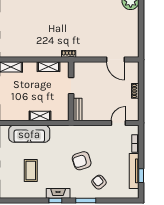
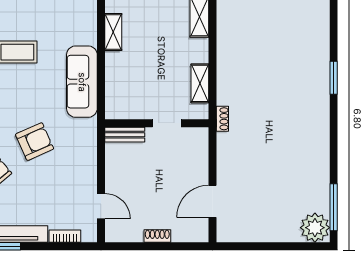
shelving: (40, 116) -> (113, 32), moved
sofa: (29, 134) -> (82, 82), moved
armchair: (82, 161) -> (35, 142), turned 84

